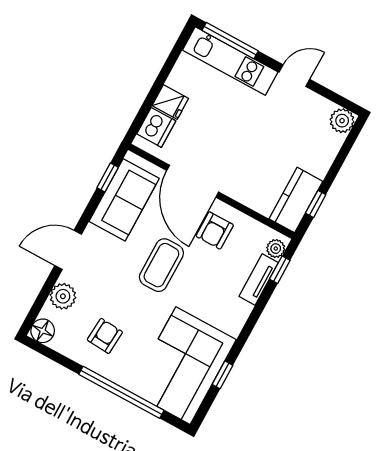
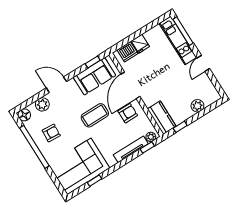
door: (294, 76) -> (203, 63), swing flipped
plant: (342, 121) -> (197, 106), moved
kitchen counter: (296, 200) -> (162, 118), moved, turned 90
armchair: (215, 230) -> (128, 113), turned 180
tv unit: (259, 280) -> (131, 149), width x1.41
window: (121, 392) -> (34, 147), moved

